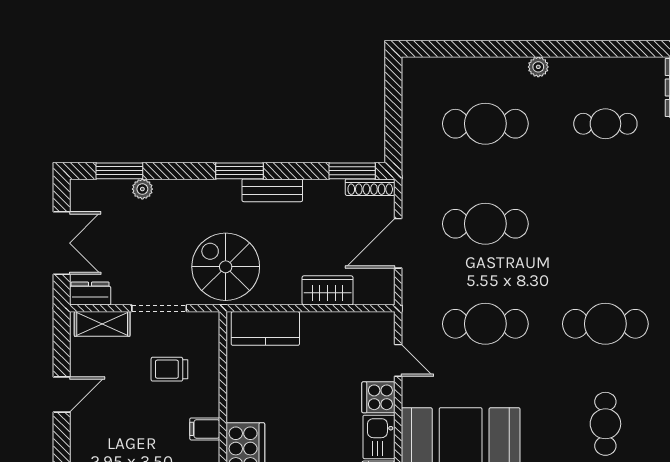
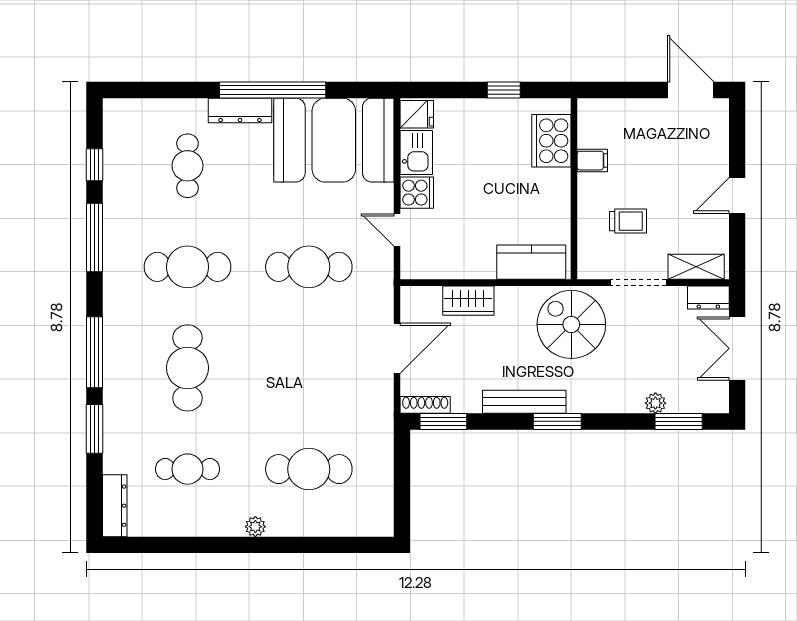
bench: (272, 190) -> (524, 402), width x1.36
cafe table: (485, 224) -> (187, 368), moved, turned 90
spiral stairs: (226, 267) -> (571, 324), turned 180

